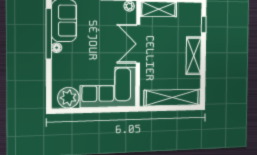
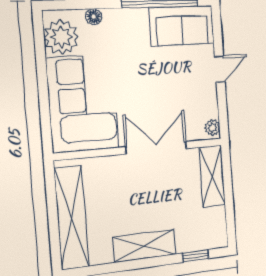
floor lamp: (57, 48) -> (94, 17), moved

